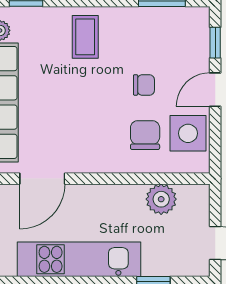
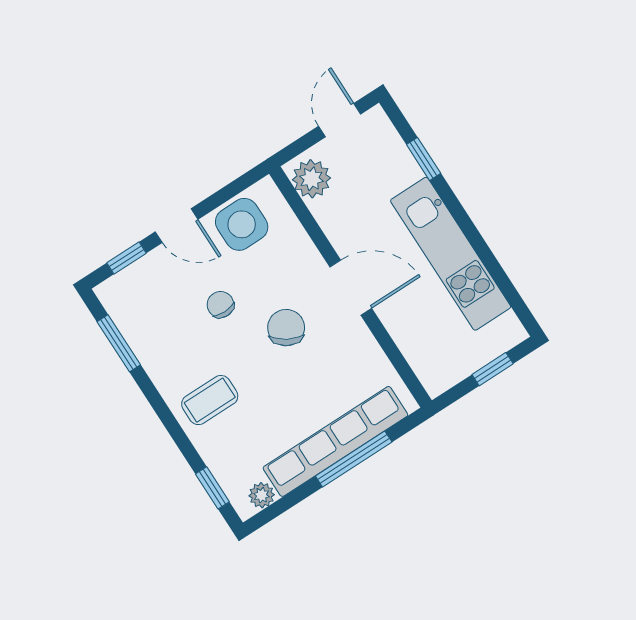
chair: (145, 135) -> (286, 328), moved, turned 121
door: (42, 179) -> (351, 288), moved
plant: (161, 199) -> (311, 179), moved

